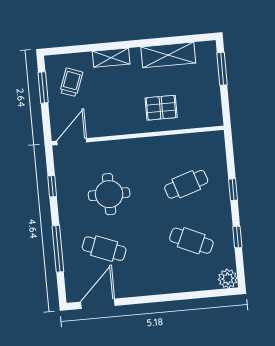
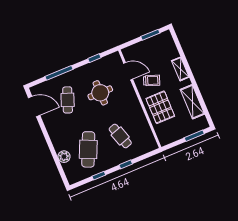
trolley: (71, 82) -> (152, 81), moved
pallet: (161, 108) -> (160, 107), width x1.50, depth x1.42
door: (72, 142) -> (128, 71), moved
cafe table: (191, 241) -> (88, 149), width x1.37, depth x1.35
plant: (228, 279) -> (64, 157), moved

